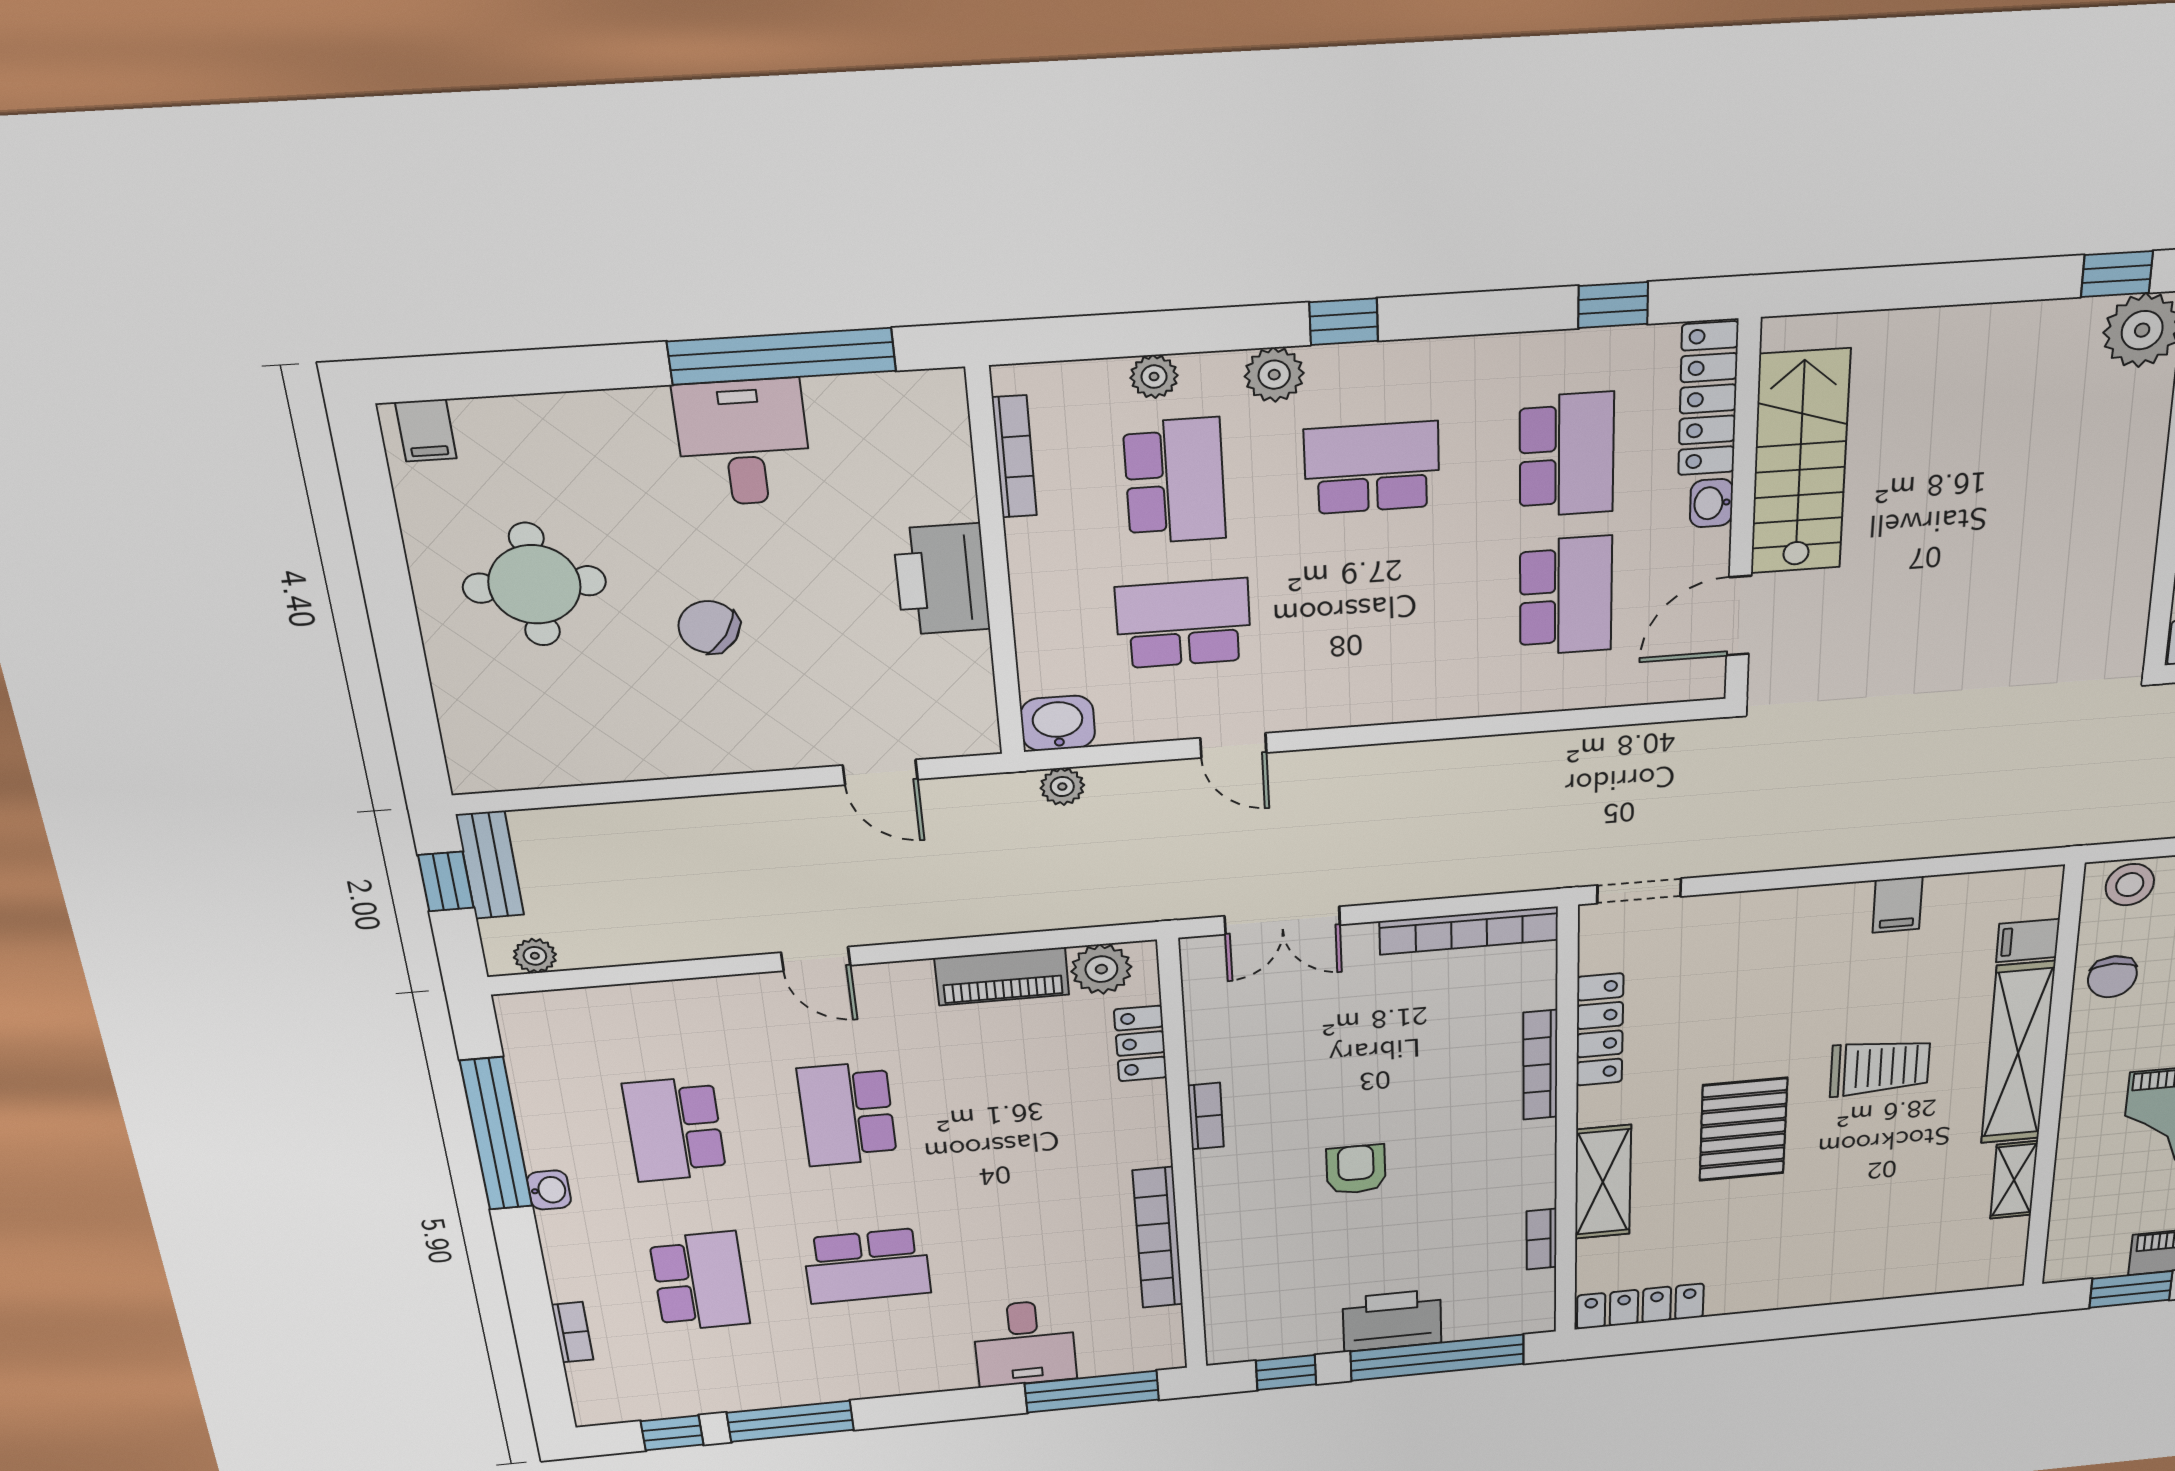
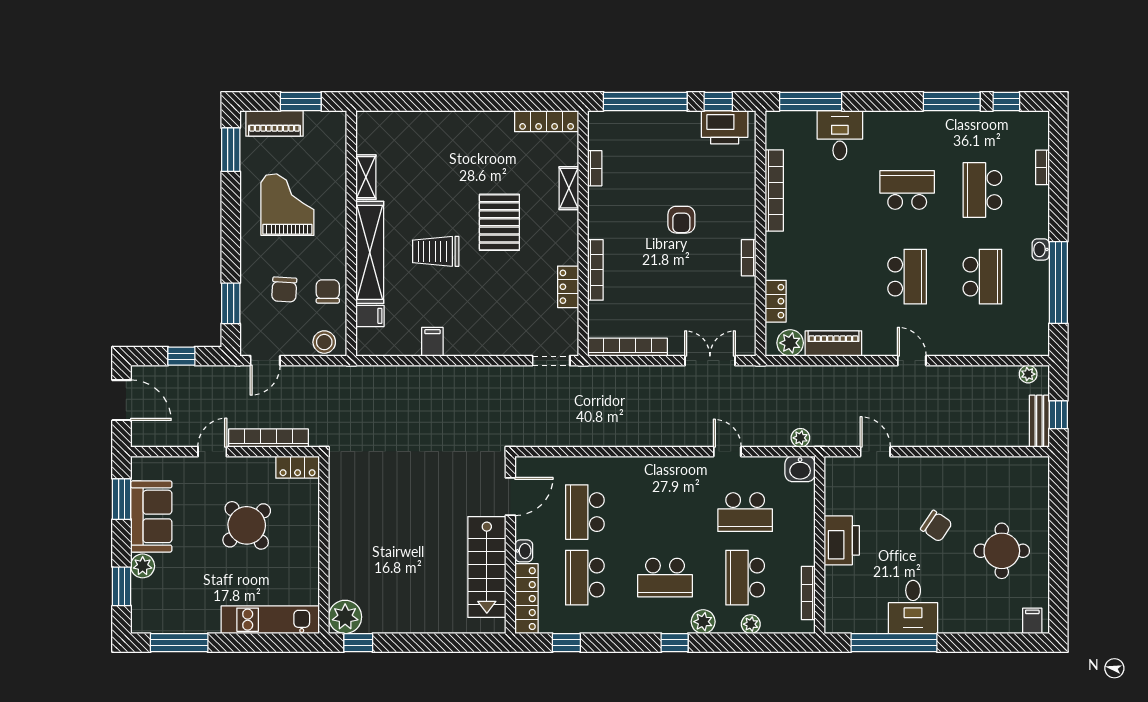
locker: (1600, 1030) -> (568, 287), width x0.66
shelving: (1603, 1182) -> (569, 188), width x0.67, depth x0.75
printer: (1392, 1321) -> (725, 127), moved

